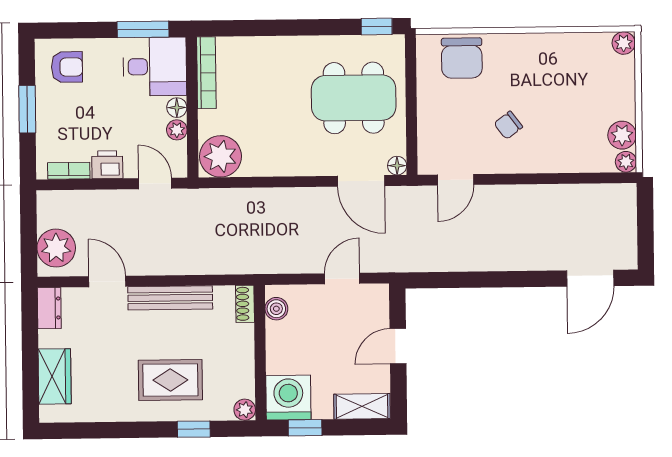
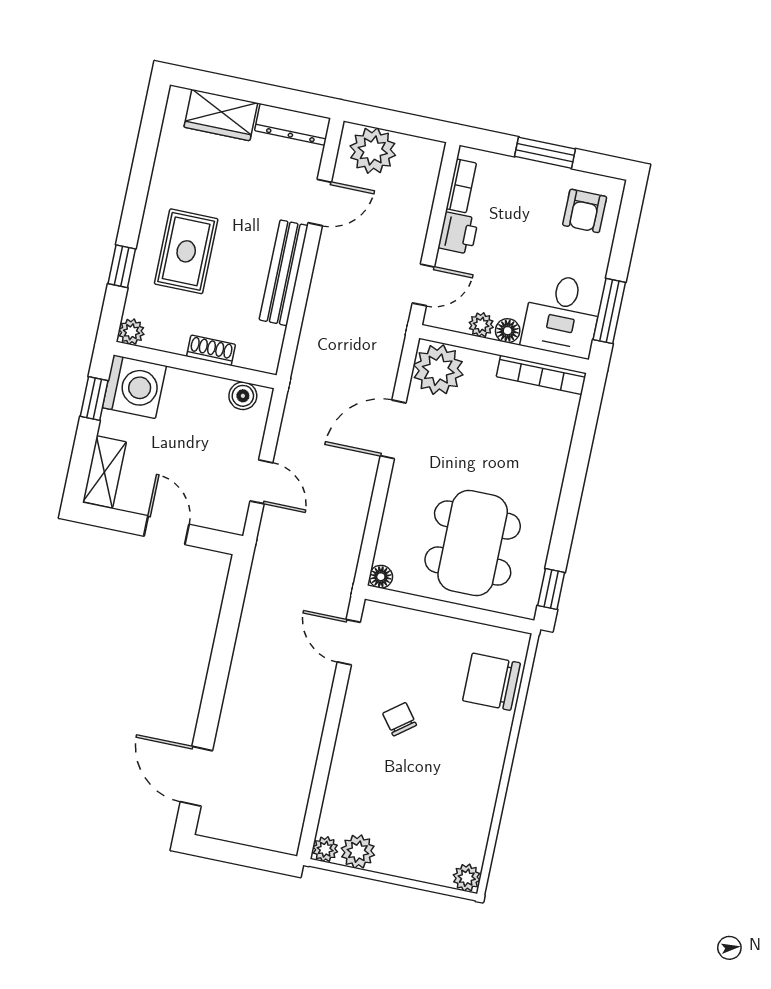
door: (361, 181) -> (393, 429), moved
shoe rack: (245, 304) -> (211, 350), moved
dresser: (49, 308) -> (293, 124), width x1.44

